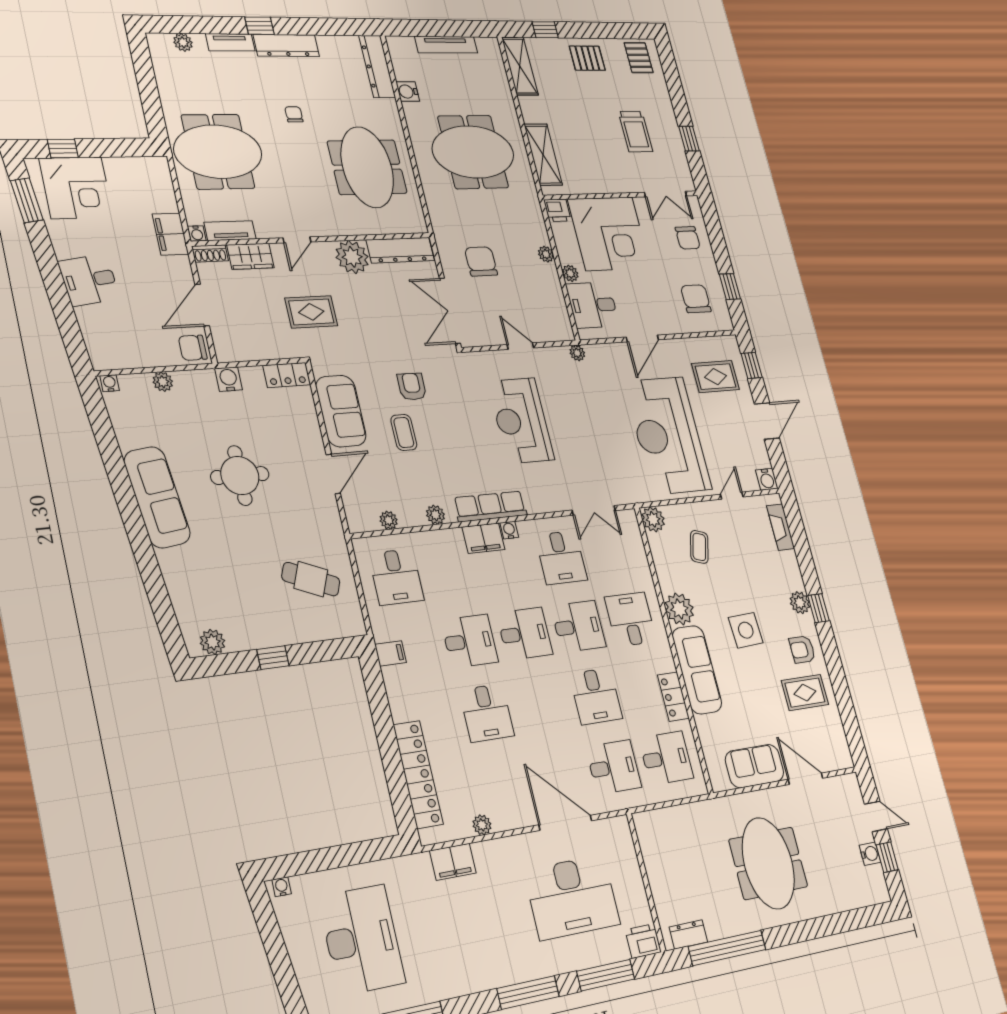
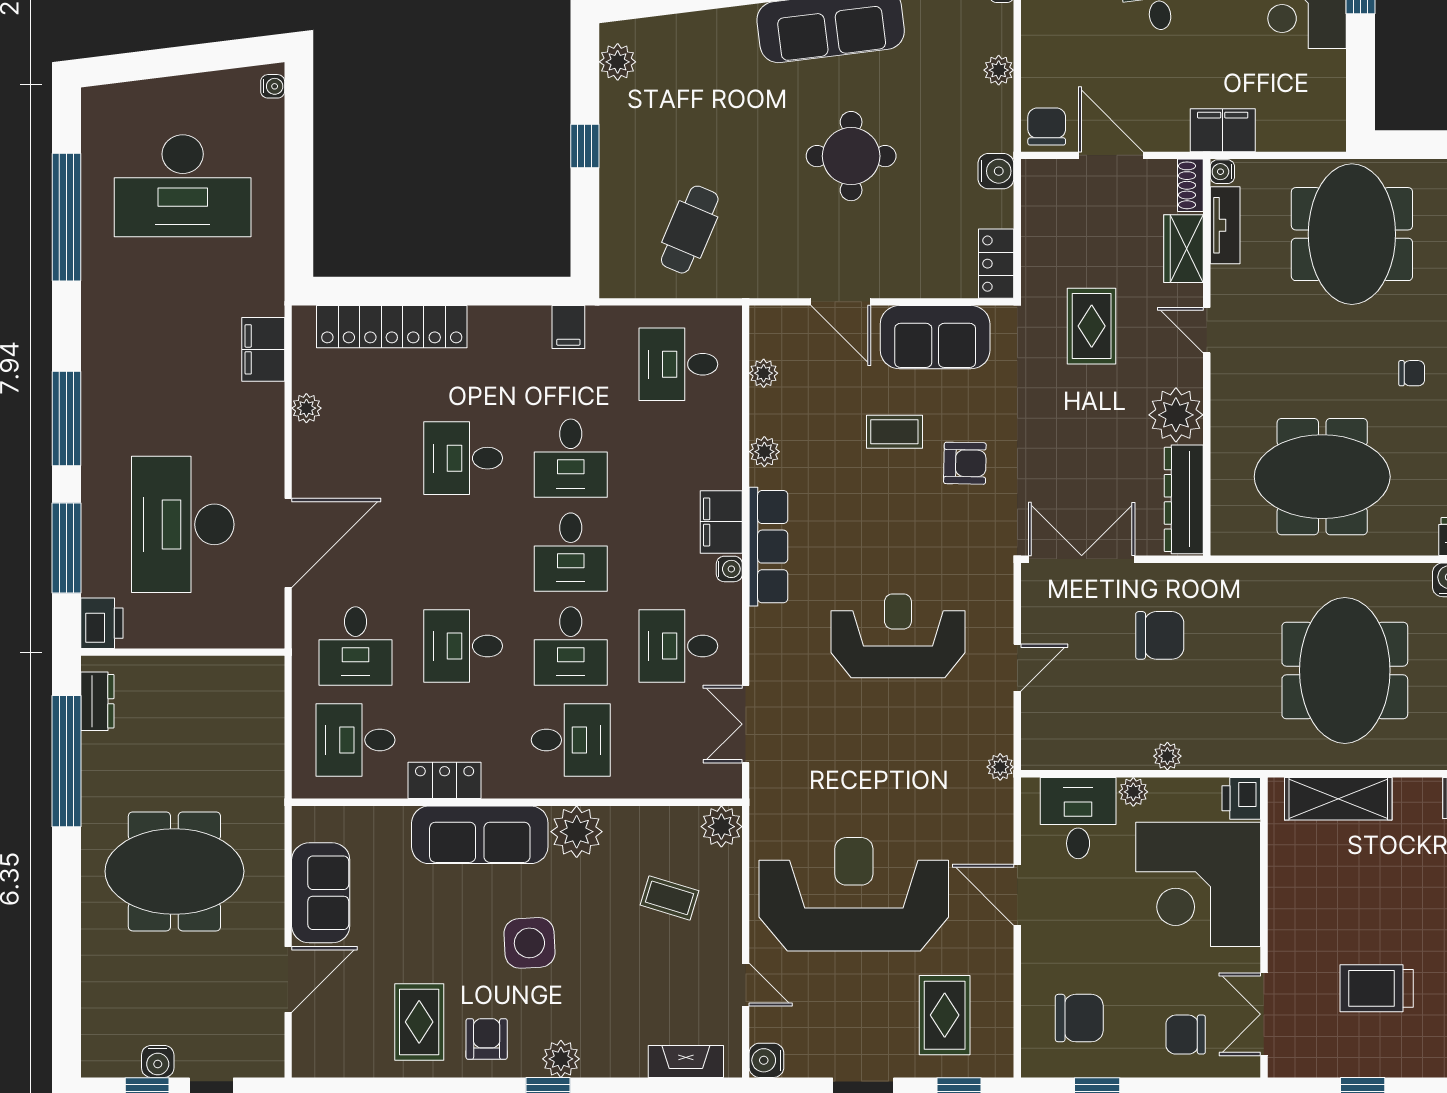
desk: (666, 758) -> (356, 740), turned 90

